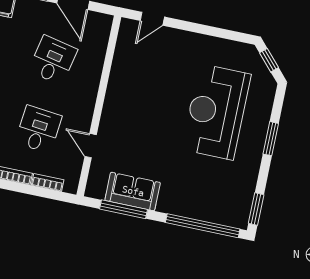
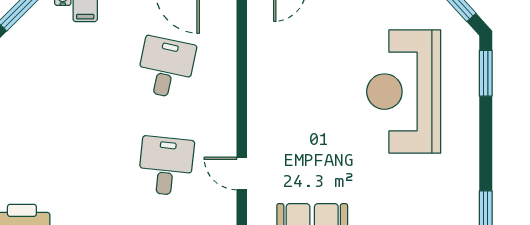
window: (271, 139) -> (486, 73), moved

